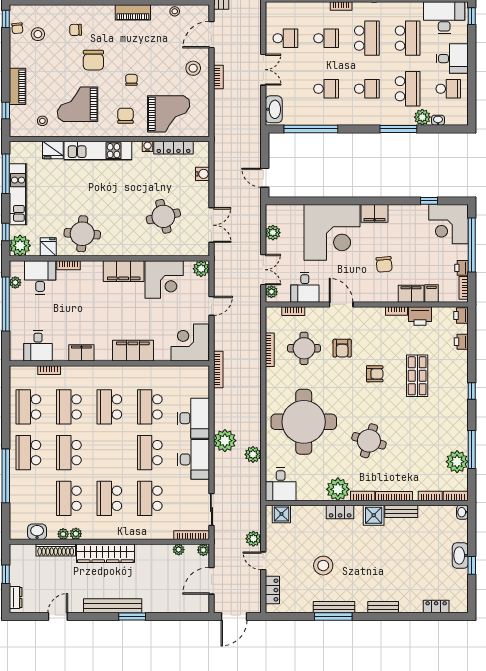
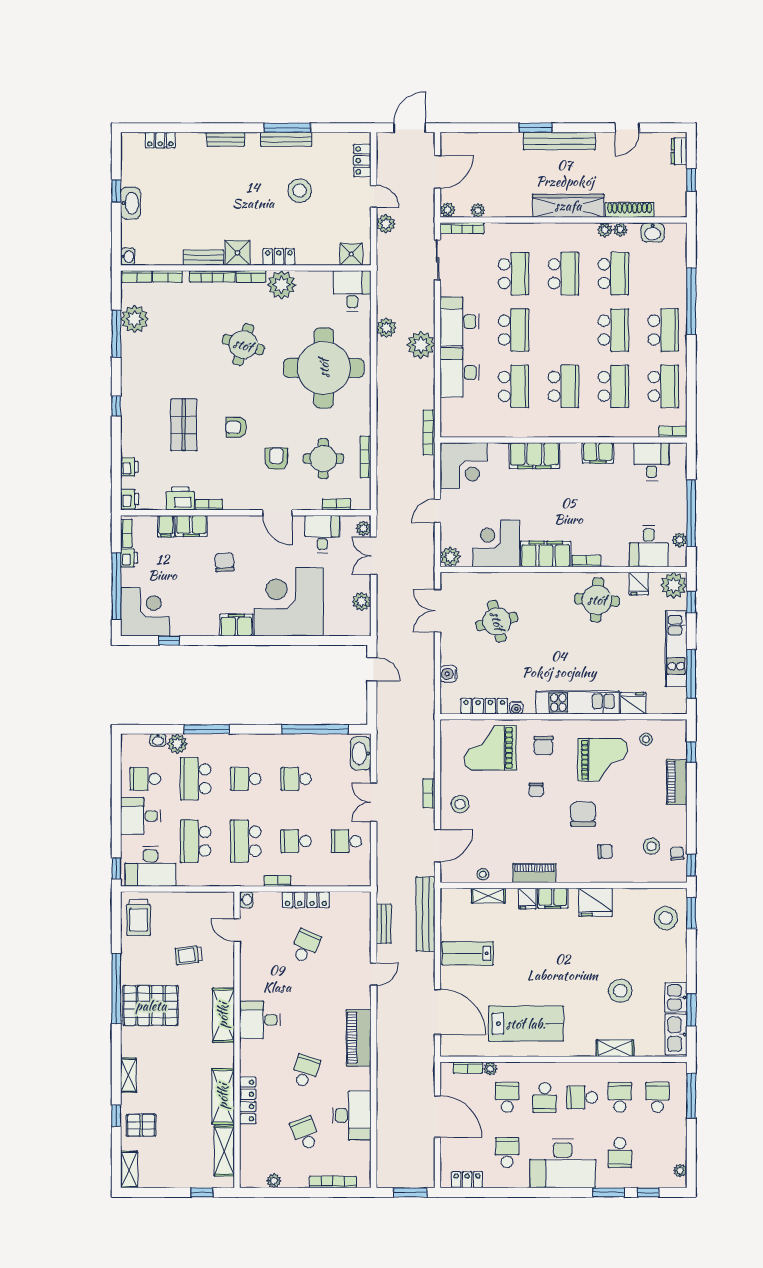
bookcase: (69, 265) -> (587, 561), moved
bookcase: (49, 370) -> (673, 432), moved

